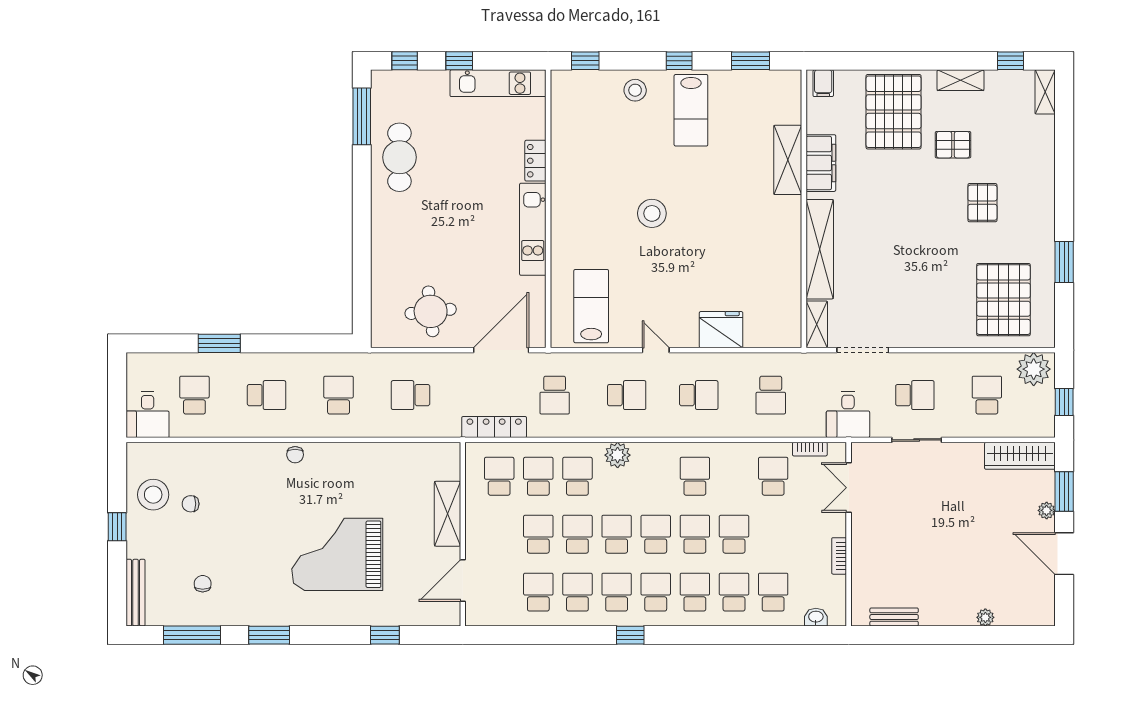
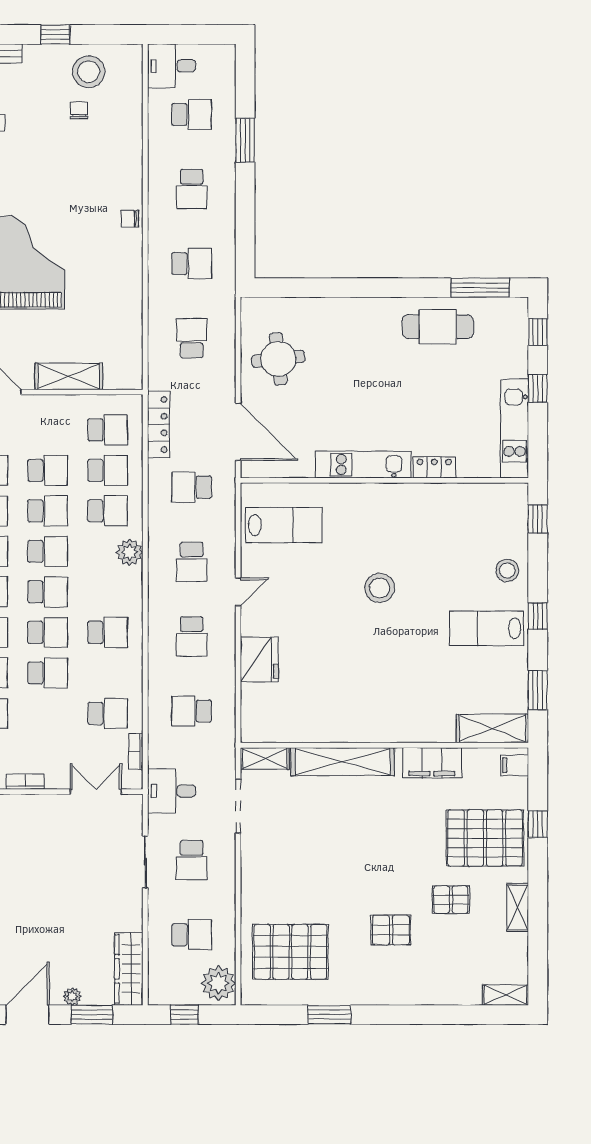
window: (1011, 61) -> (538, 824), moved
pallet: (953, 145) -> (451, 900), turned 90
shelving: (788, 160) -> (492, 728), moved

